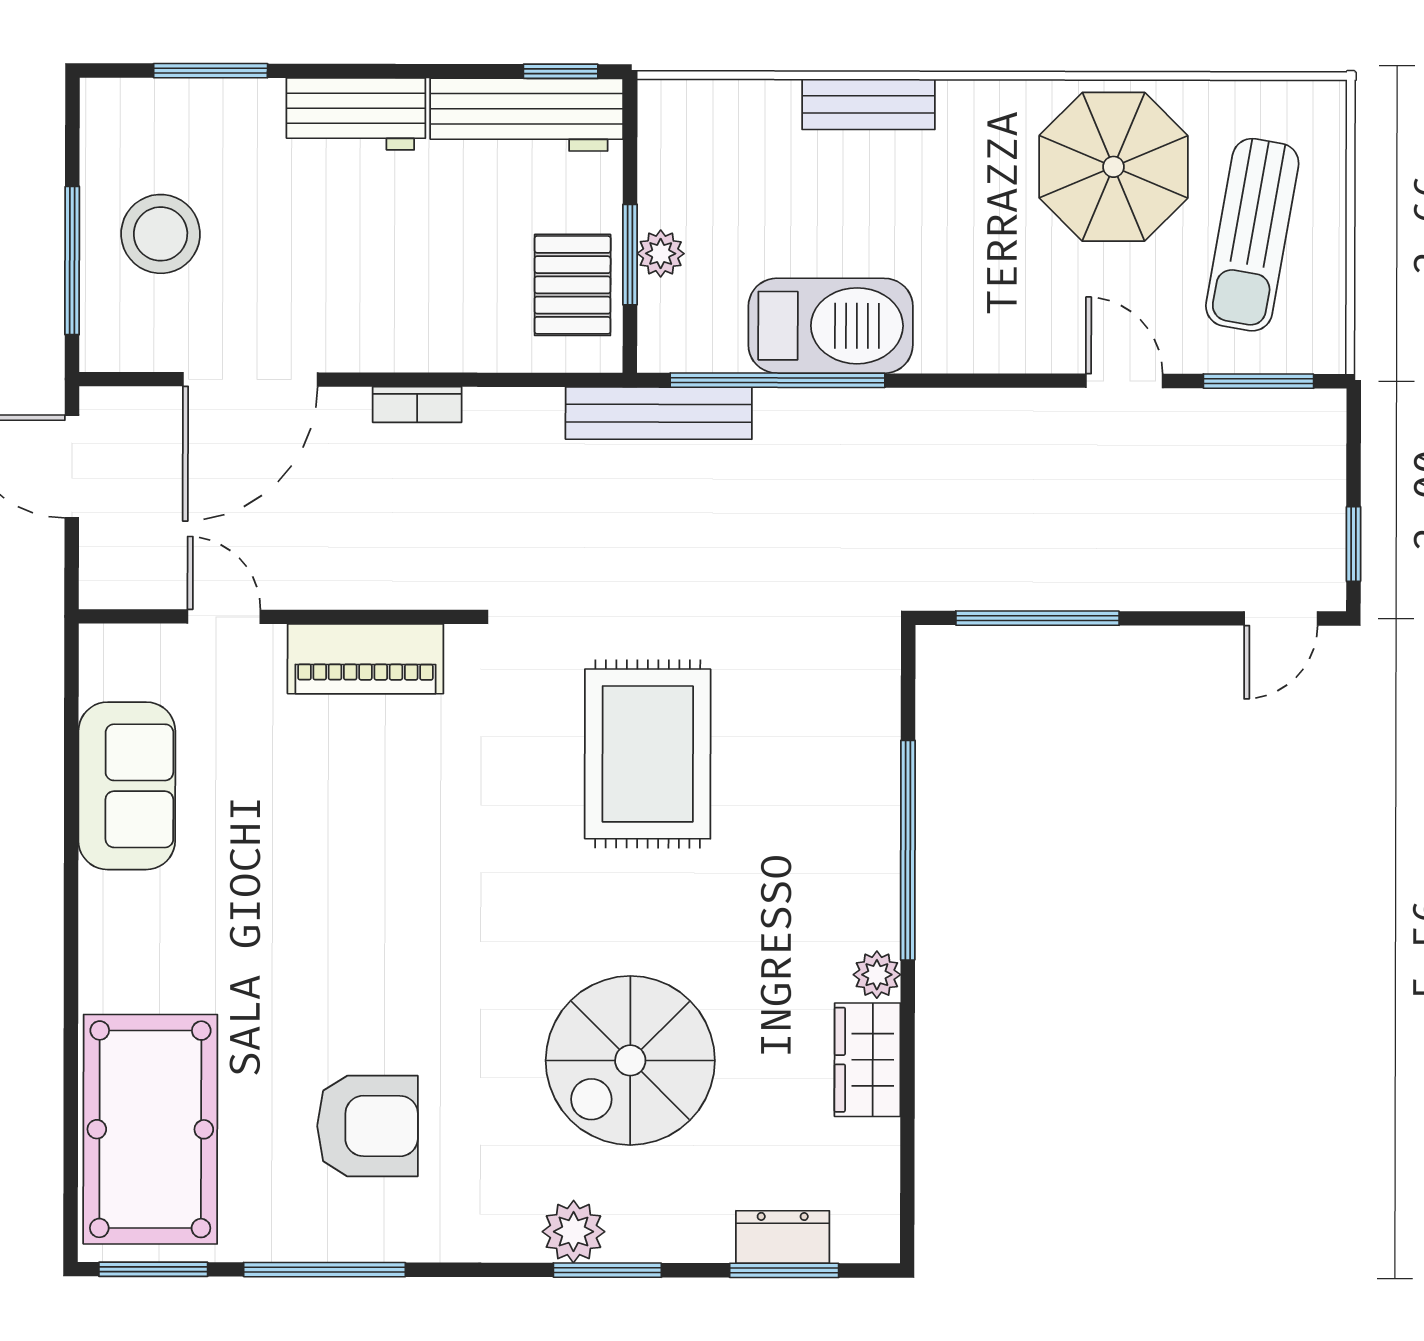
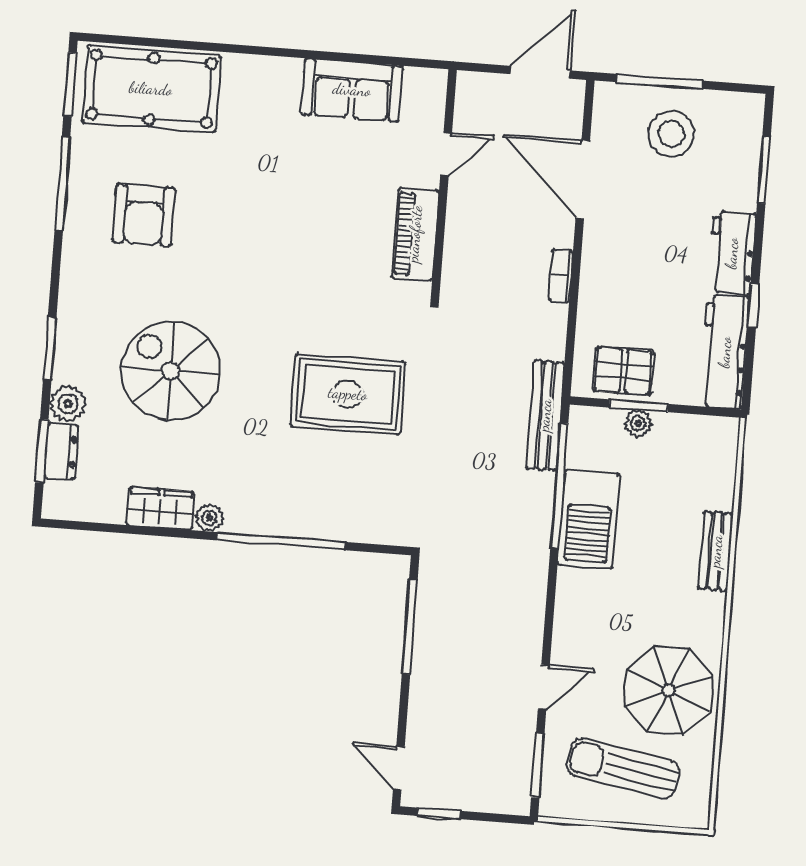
window: (561, 71) -> (753, 306), moved
plant: (573, 1232) -> (68, 404), moved

